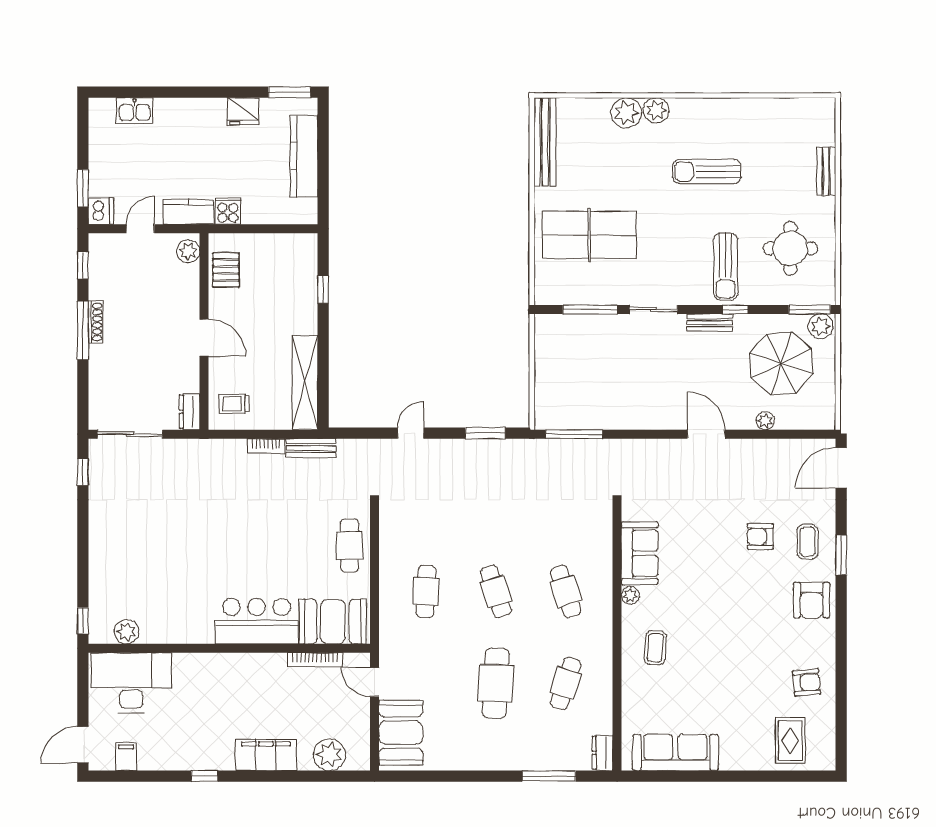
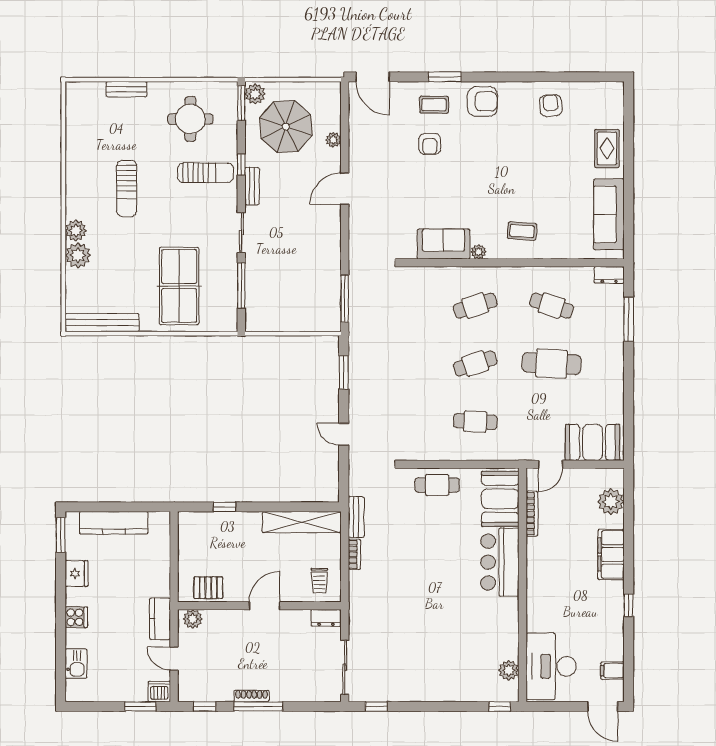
cooker: (228, 211) -> (76, 617), moved, turned 180
rug: (790, 741) -> (607, 148), moved, turned 90

